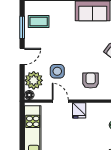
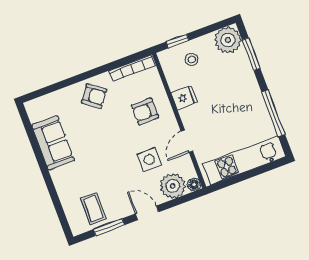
fridge: (79, 110) -> (184, 98), moved

